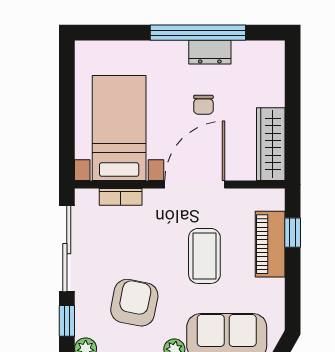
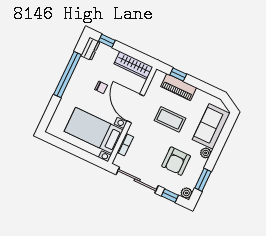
dresser: (210, 52) -> (90, 49), moved
window: (293, 75) -> (107, 41), added
armchair: (134, 303) -> (176, 161), turned -101

